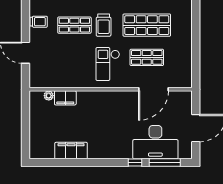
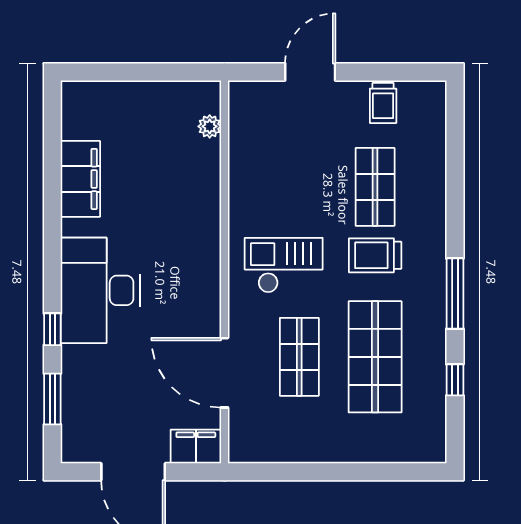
filing cabinet: (65, 98) -> (196, 447), moved, turned 90
desk: (155, 142) -> (100, 290), moved
window: (165, 163) -> (52, 399), width x0.69

